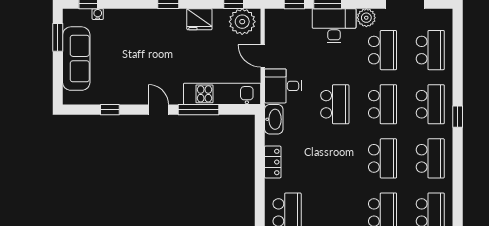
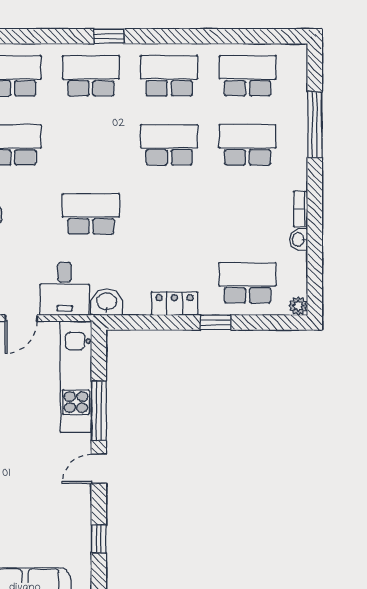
school desk: (383, 104) -> (91, 145), removed
washbasin: (274, 119) -> (107, 302), width x0.72
window: (260, 190) -> (216, 322), added

